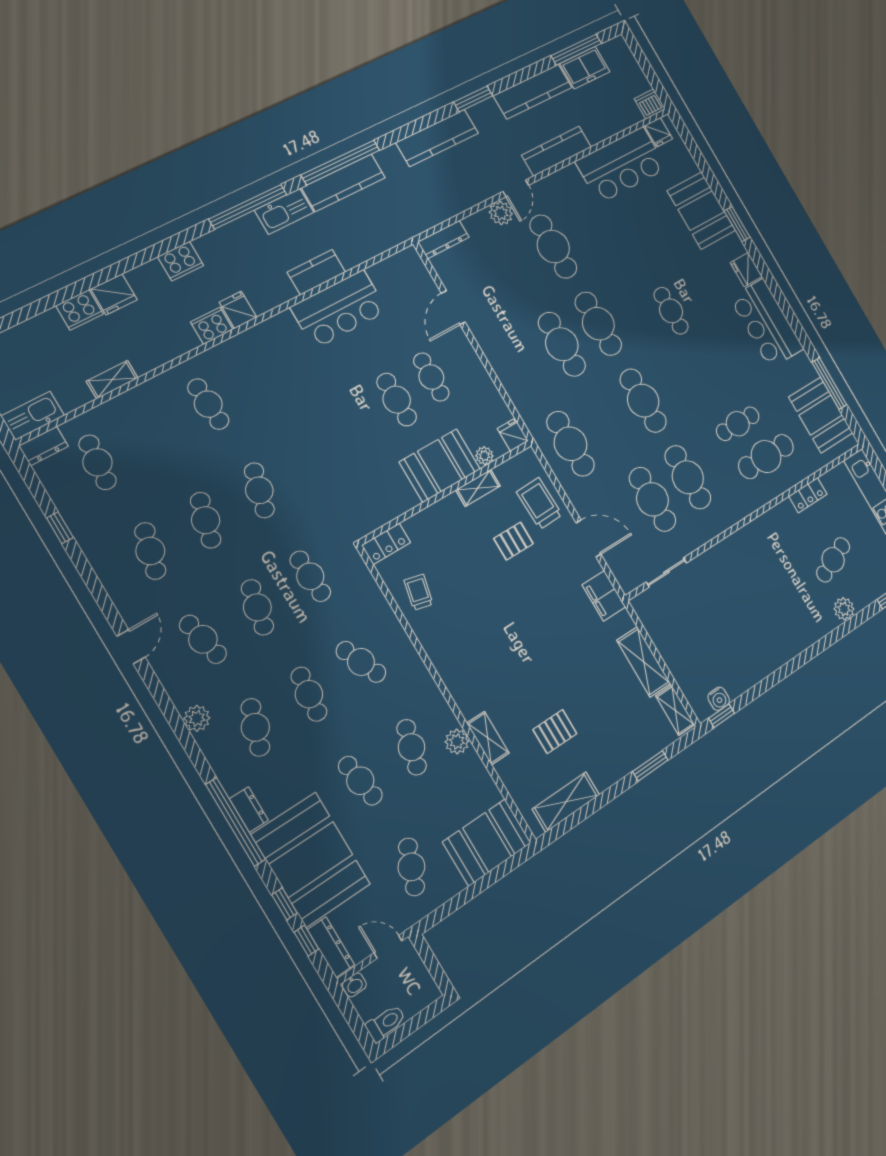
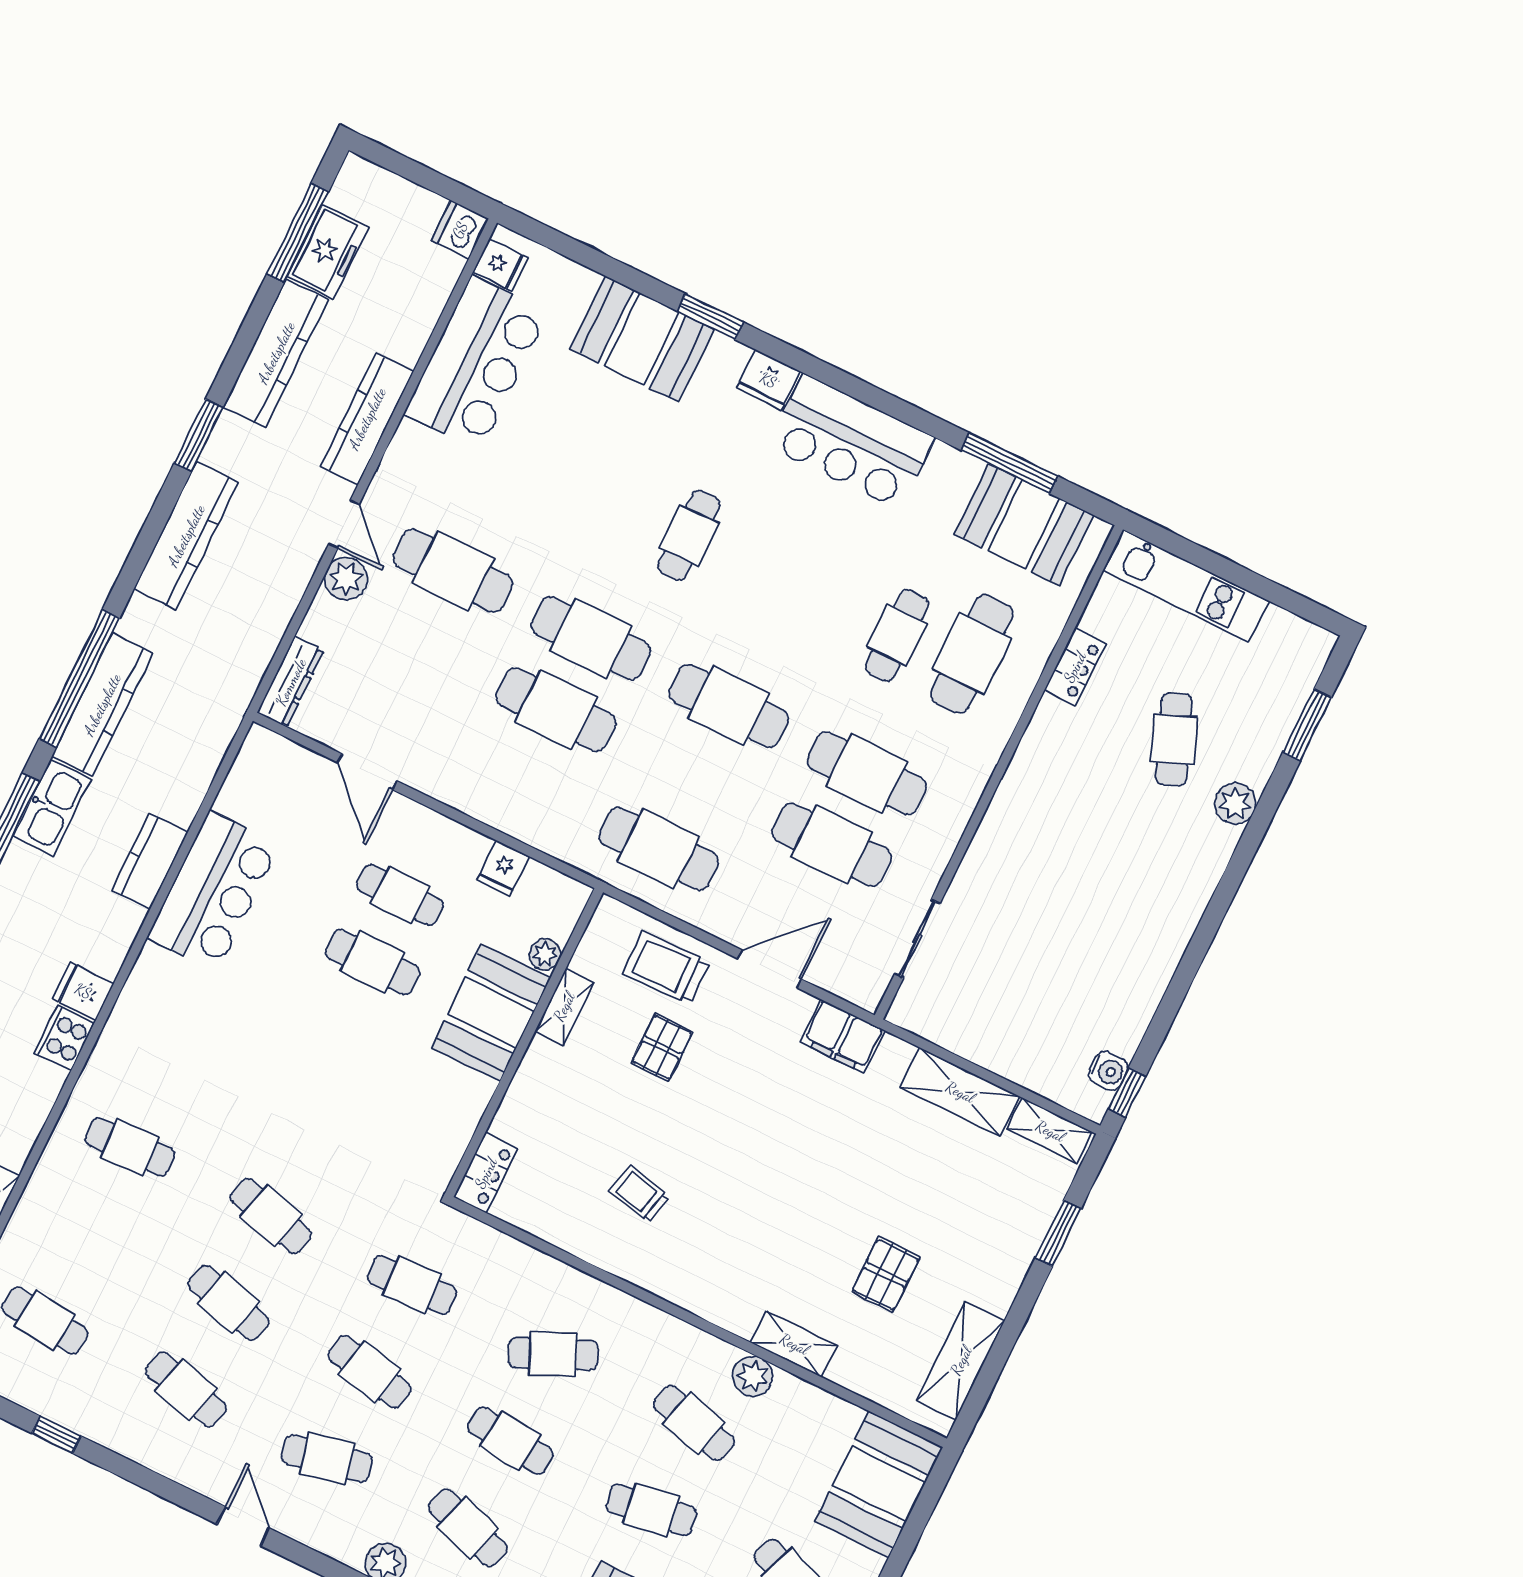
cafe table: (671, 311) -> (689, 535), turned 90
fridge: (513, 435) -> (503, 868), moved, turned -90
trolley: (419, 592) -> (639, 1194), moved

